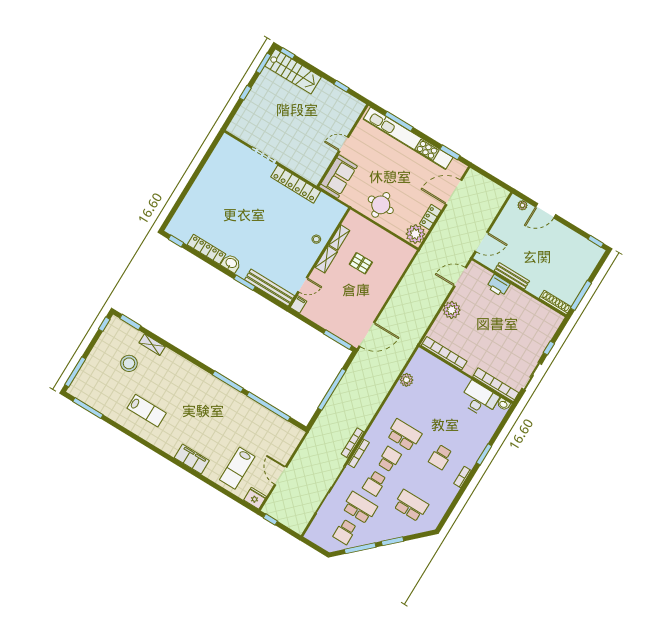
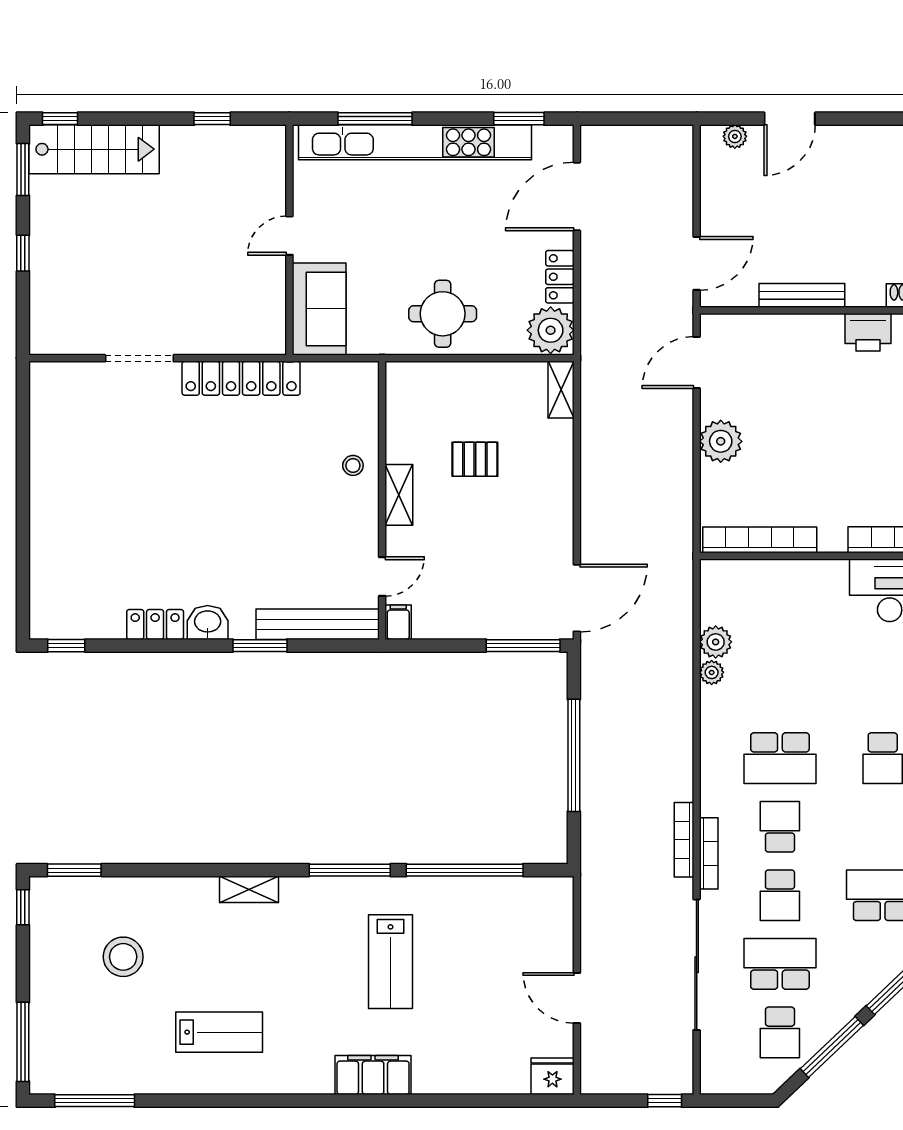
shelving: (339, 238) -> (561, 390), moved
locker: (206, 249) -> (155, 625), width x0.66
printer: (498, 286) -> (868, 332), moved
shelving: (152, 345) -> (249, 889), moved
plant: (398, 390) -> (712, 672), added
school desk: (404, 435) -> (780, 758), turned 180
lab bench: (237, 468) -> (390, 962), moved
window: (270, 519) -> (665, 1101), moved

